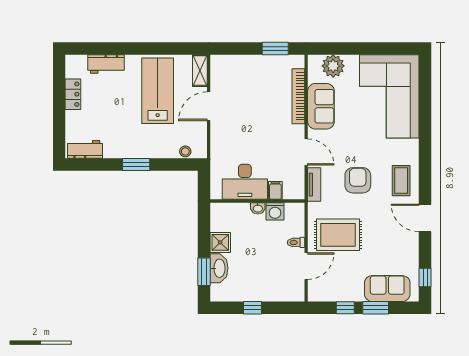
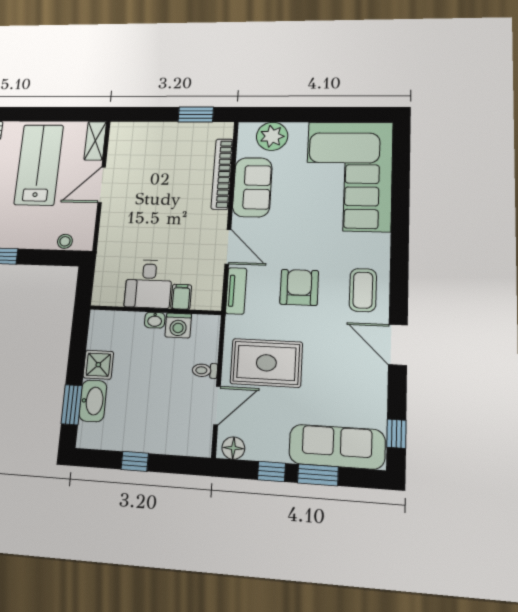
desk: (245, 182) -> (148, 284), width x0.73
sofa: (387, 289) -> (337, 447), width x1.36
floor lamp: (319, 294) -> (233, 448), added

